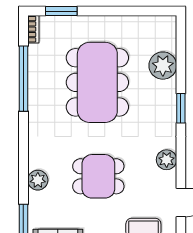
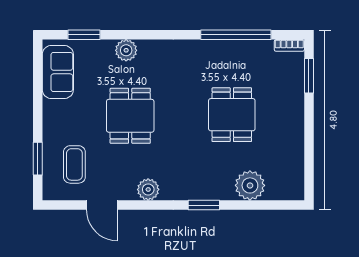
dining table: (97, 82) -> (232, 115), width x0.53, depth x0.80

